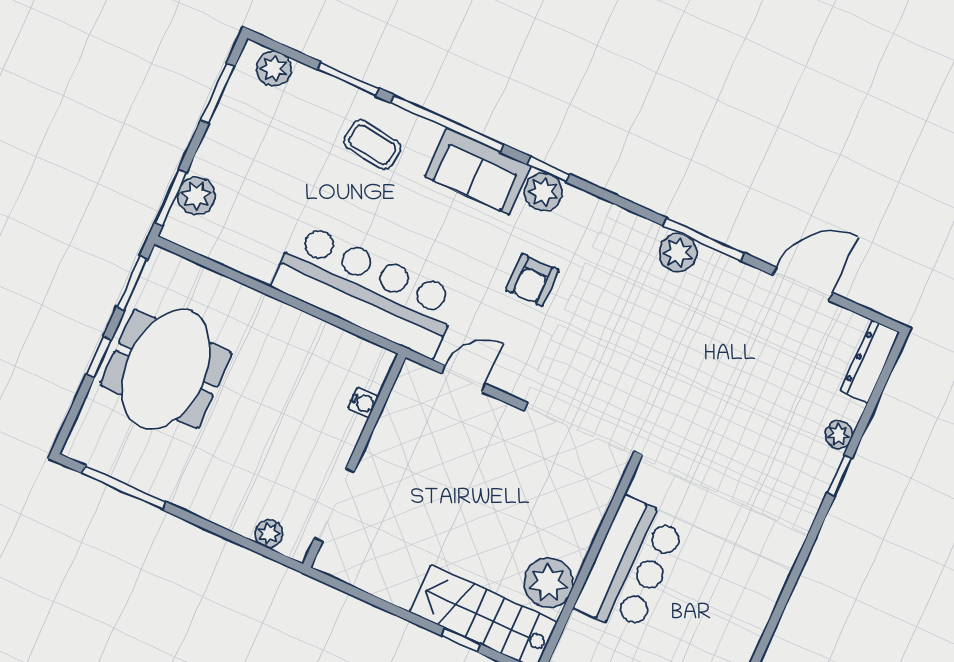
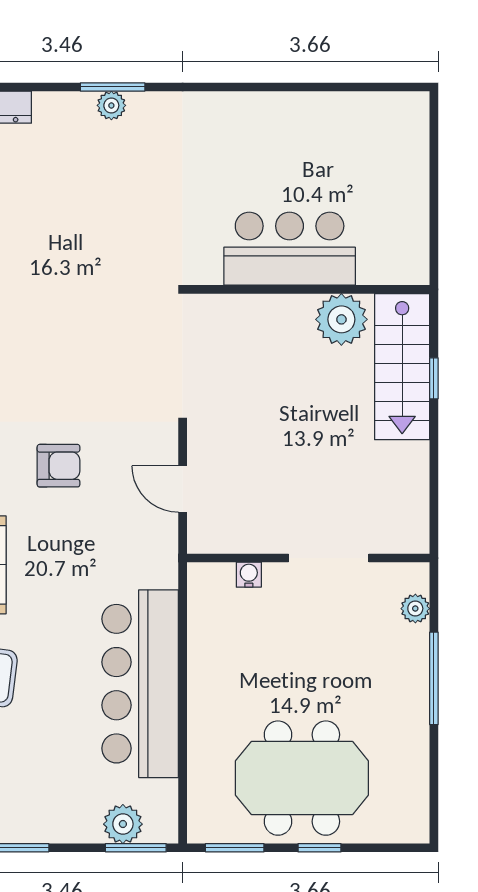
bar counter: (366, 290) -> (140, 684), moved
plant: (839, 435) -> (111, 105), moved
window: (840, 475) -> (113, 87), width x1.50
window: (123, 487) -> (434, 678), moved
doorway: (334, 505) -> (329, 558), moved

